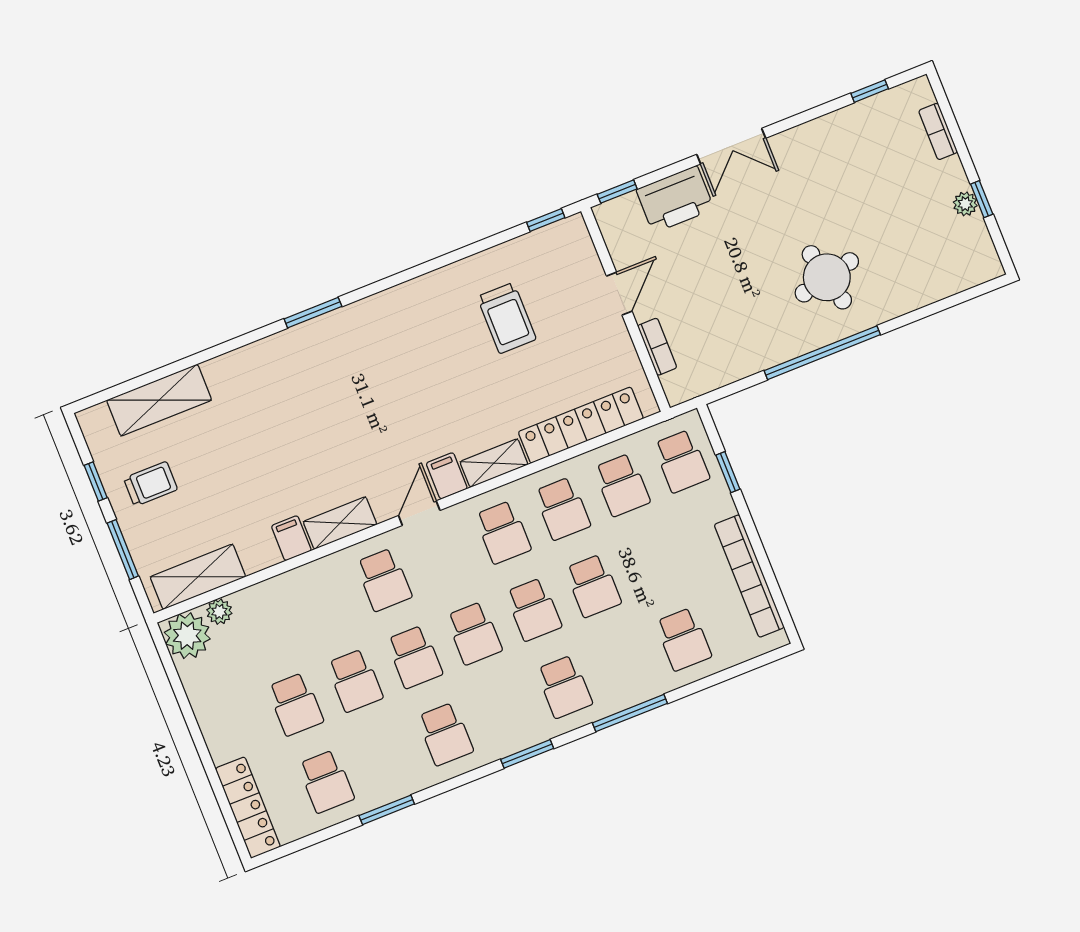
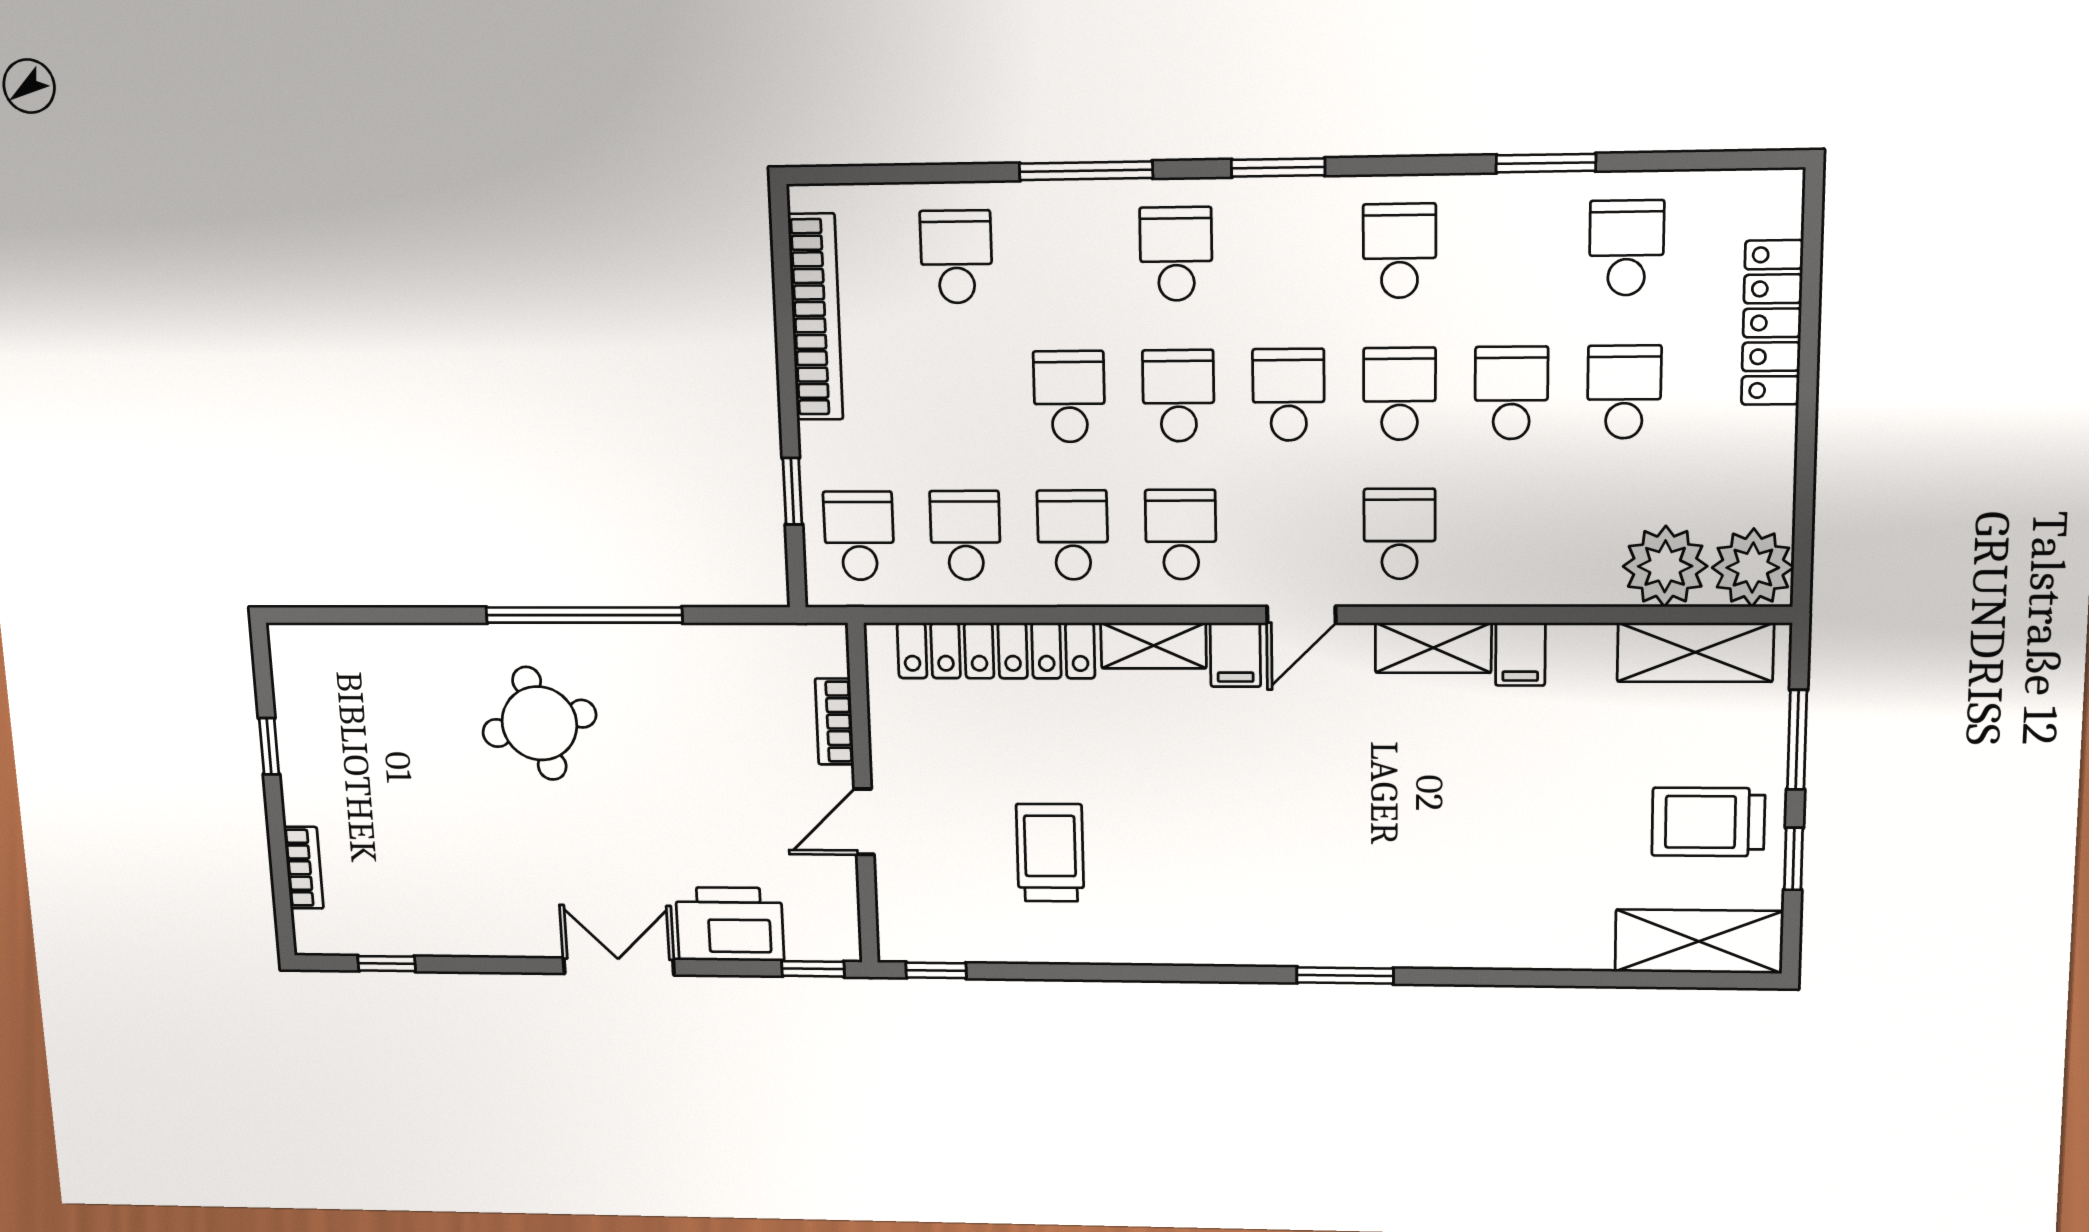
plant: (965, 204) -> (296, 749), removed
shelving: (159, 400) -> (1699, 941), moved
trolley: (151, 484) -> (1708, 822), width x1.36, depth x1.39
plant: (219, 612) -> (1665, 566), width x1.88, depth x1.88
locker: (248, 808) -> (1772, 323), moved

